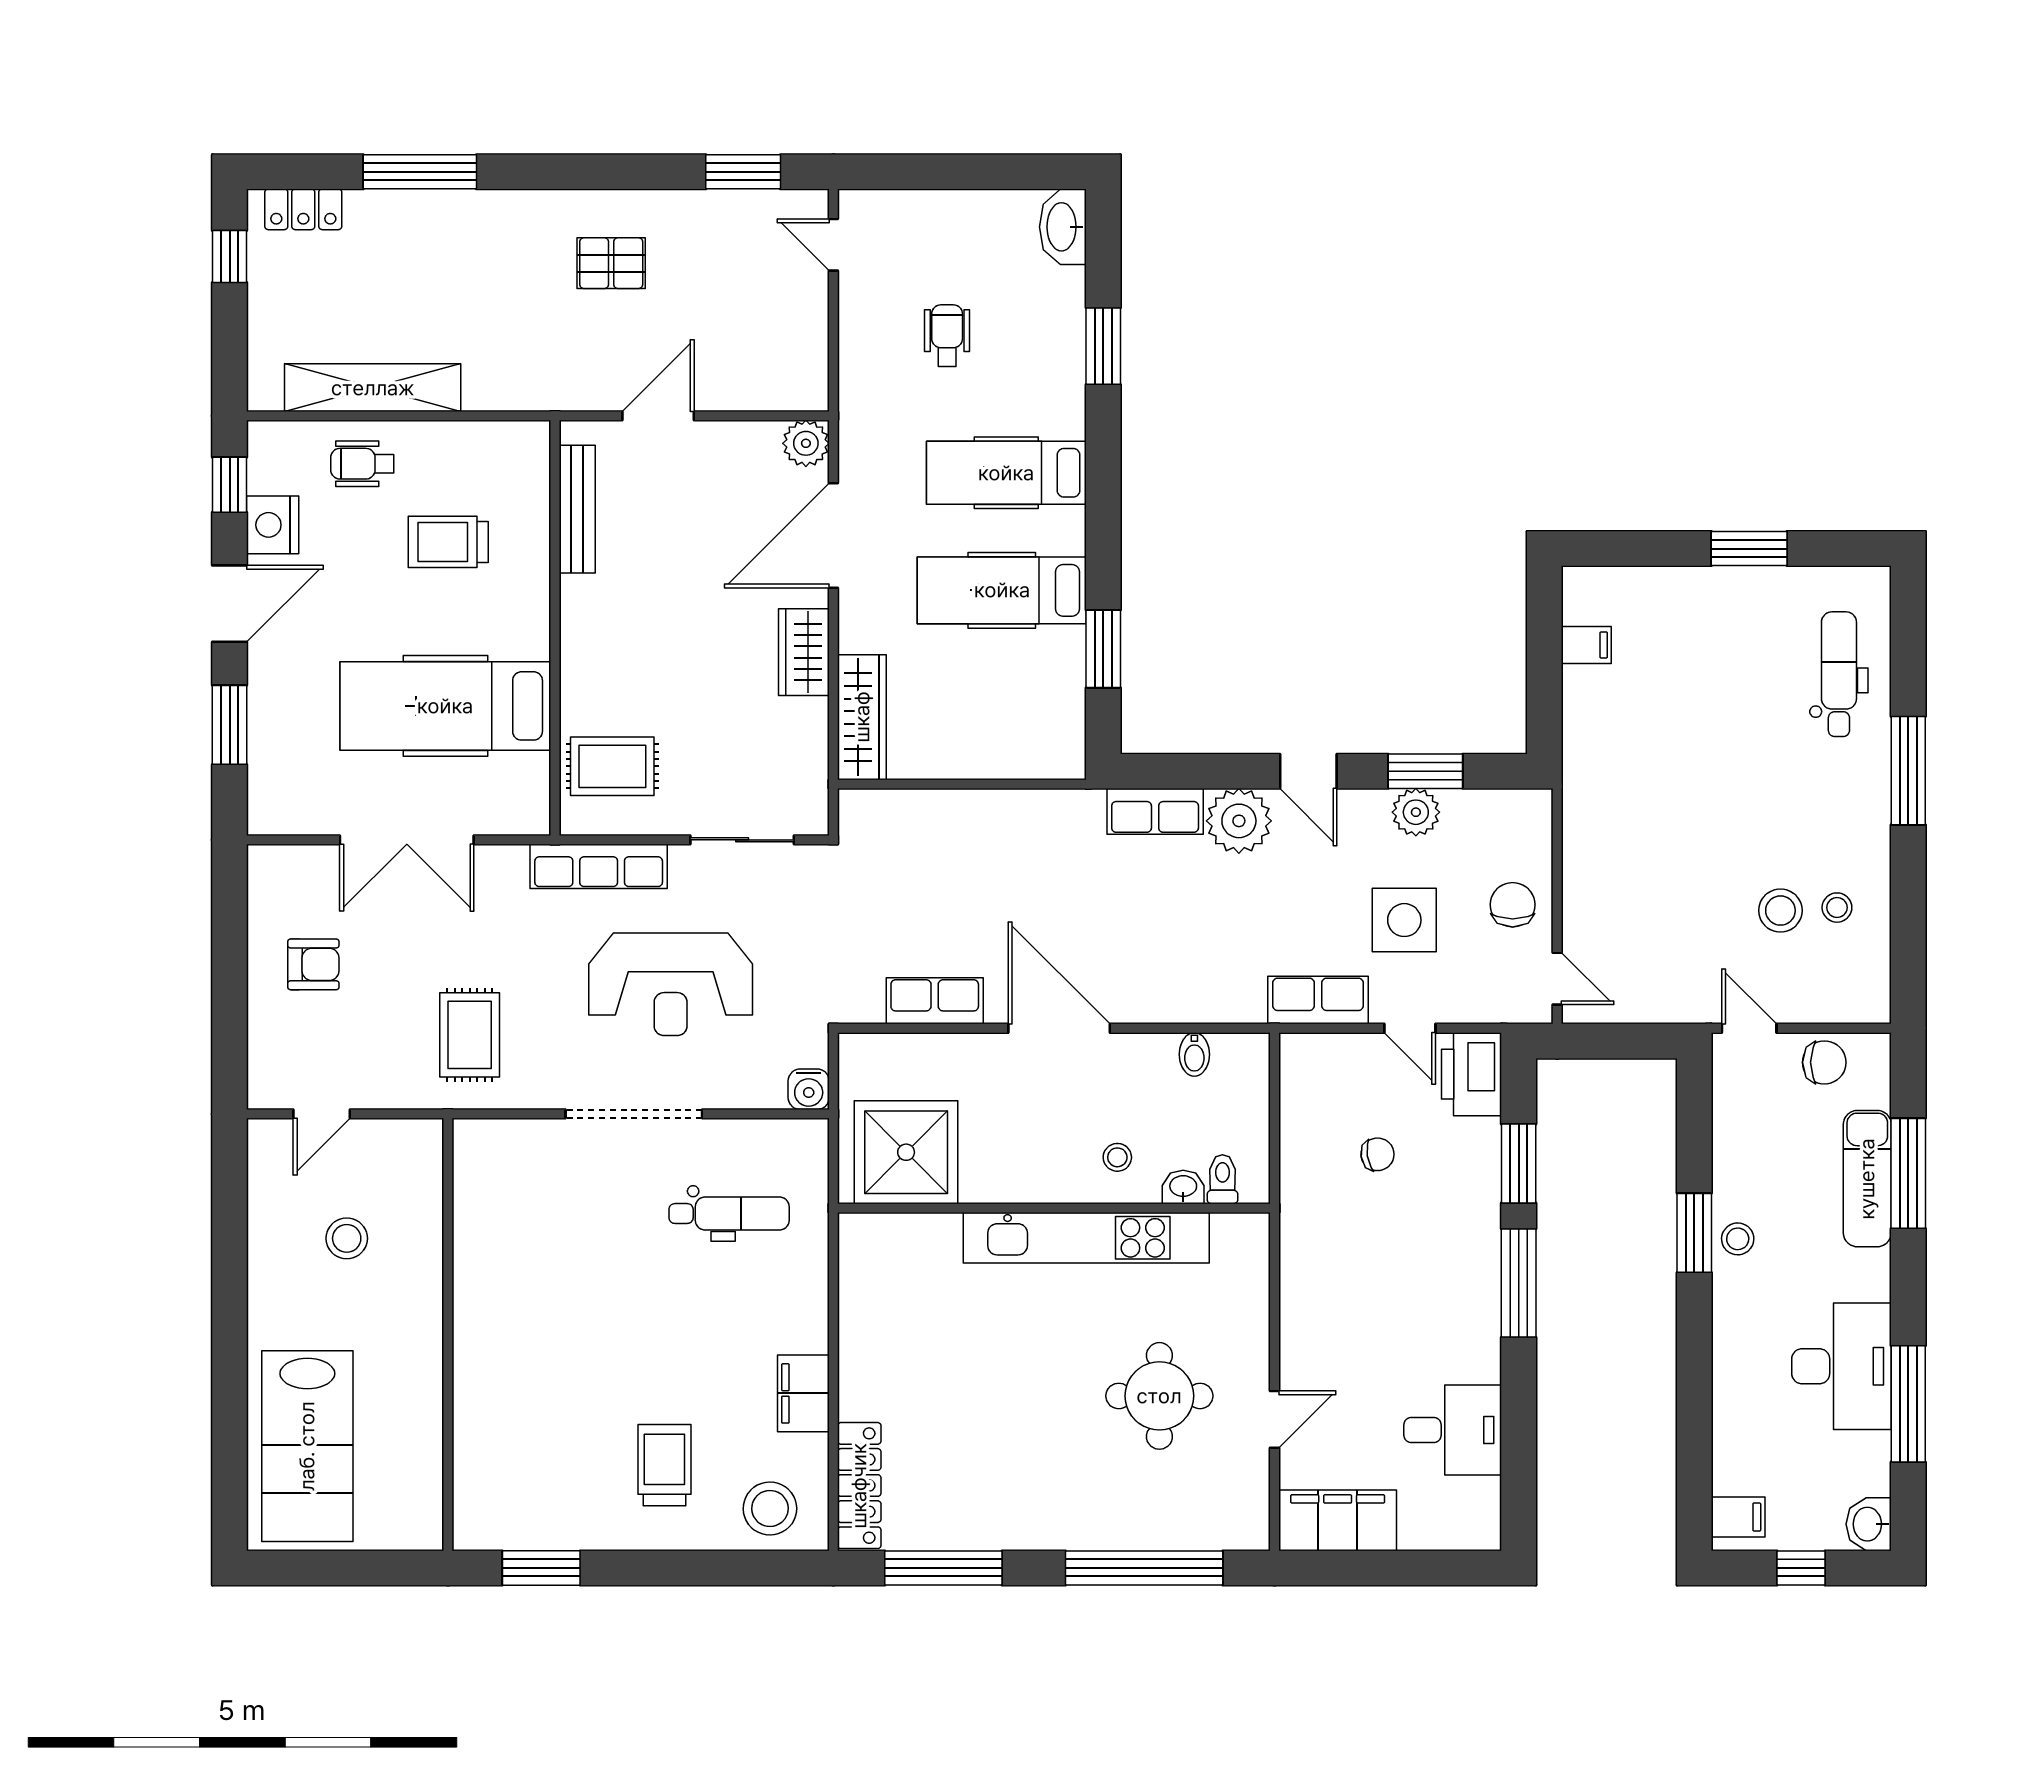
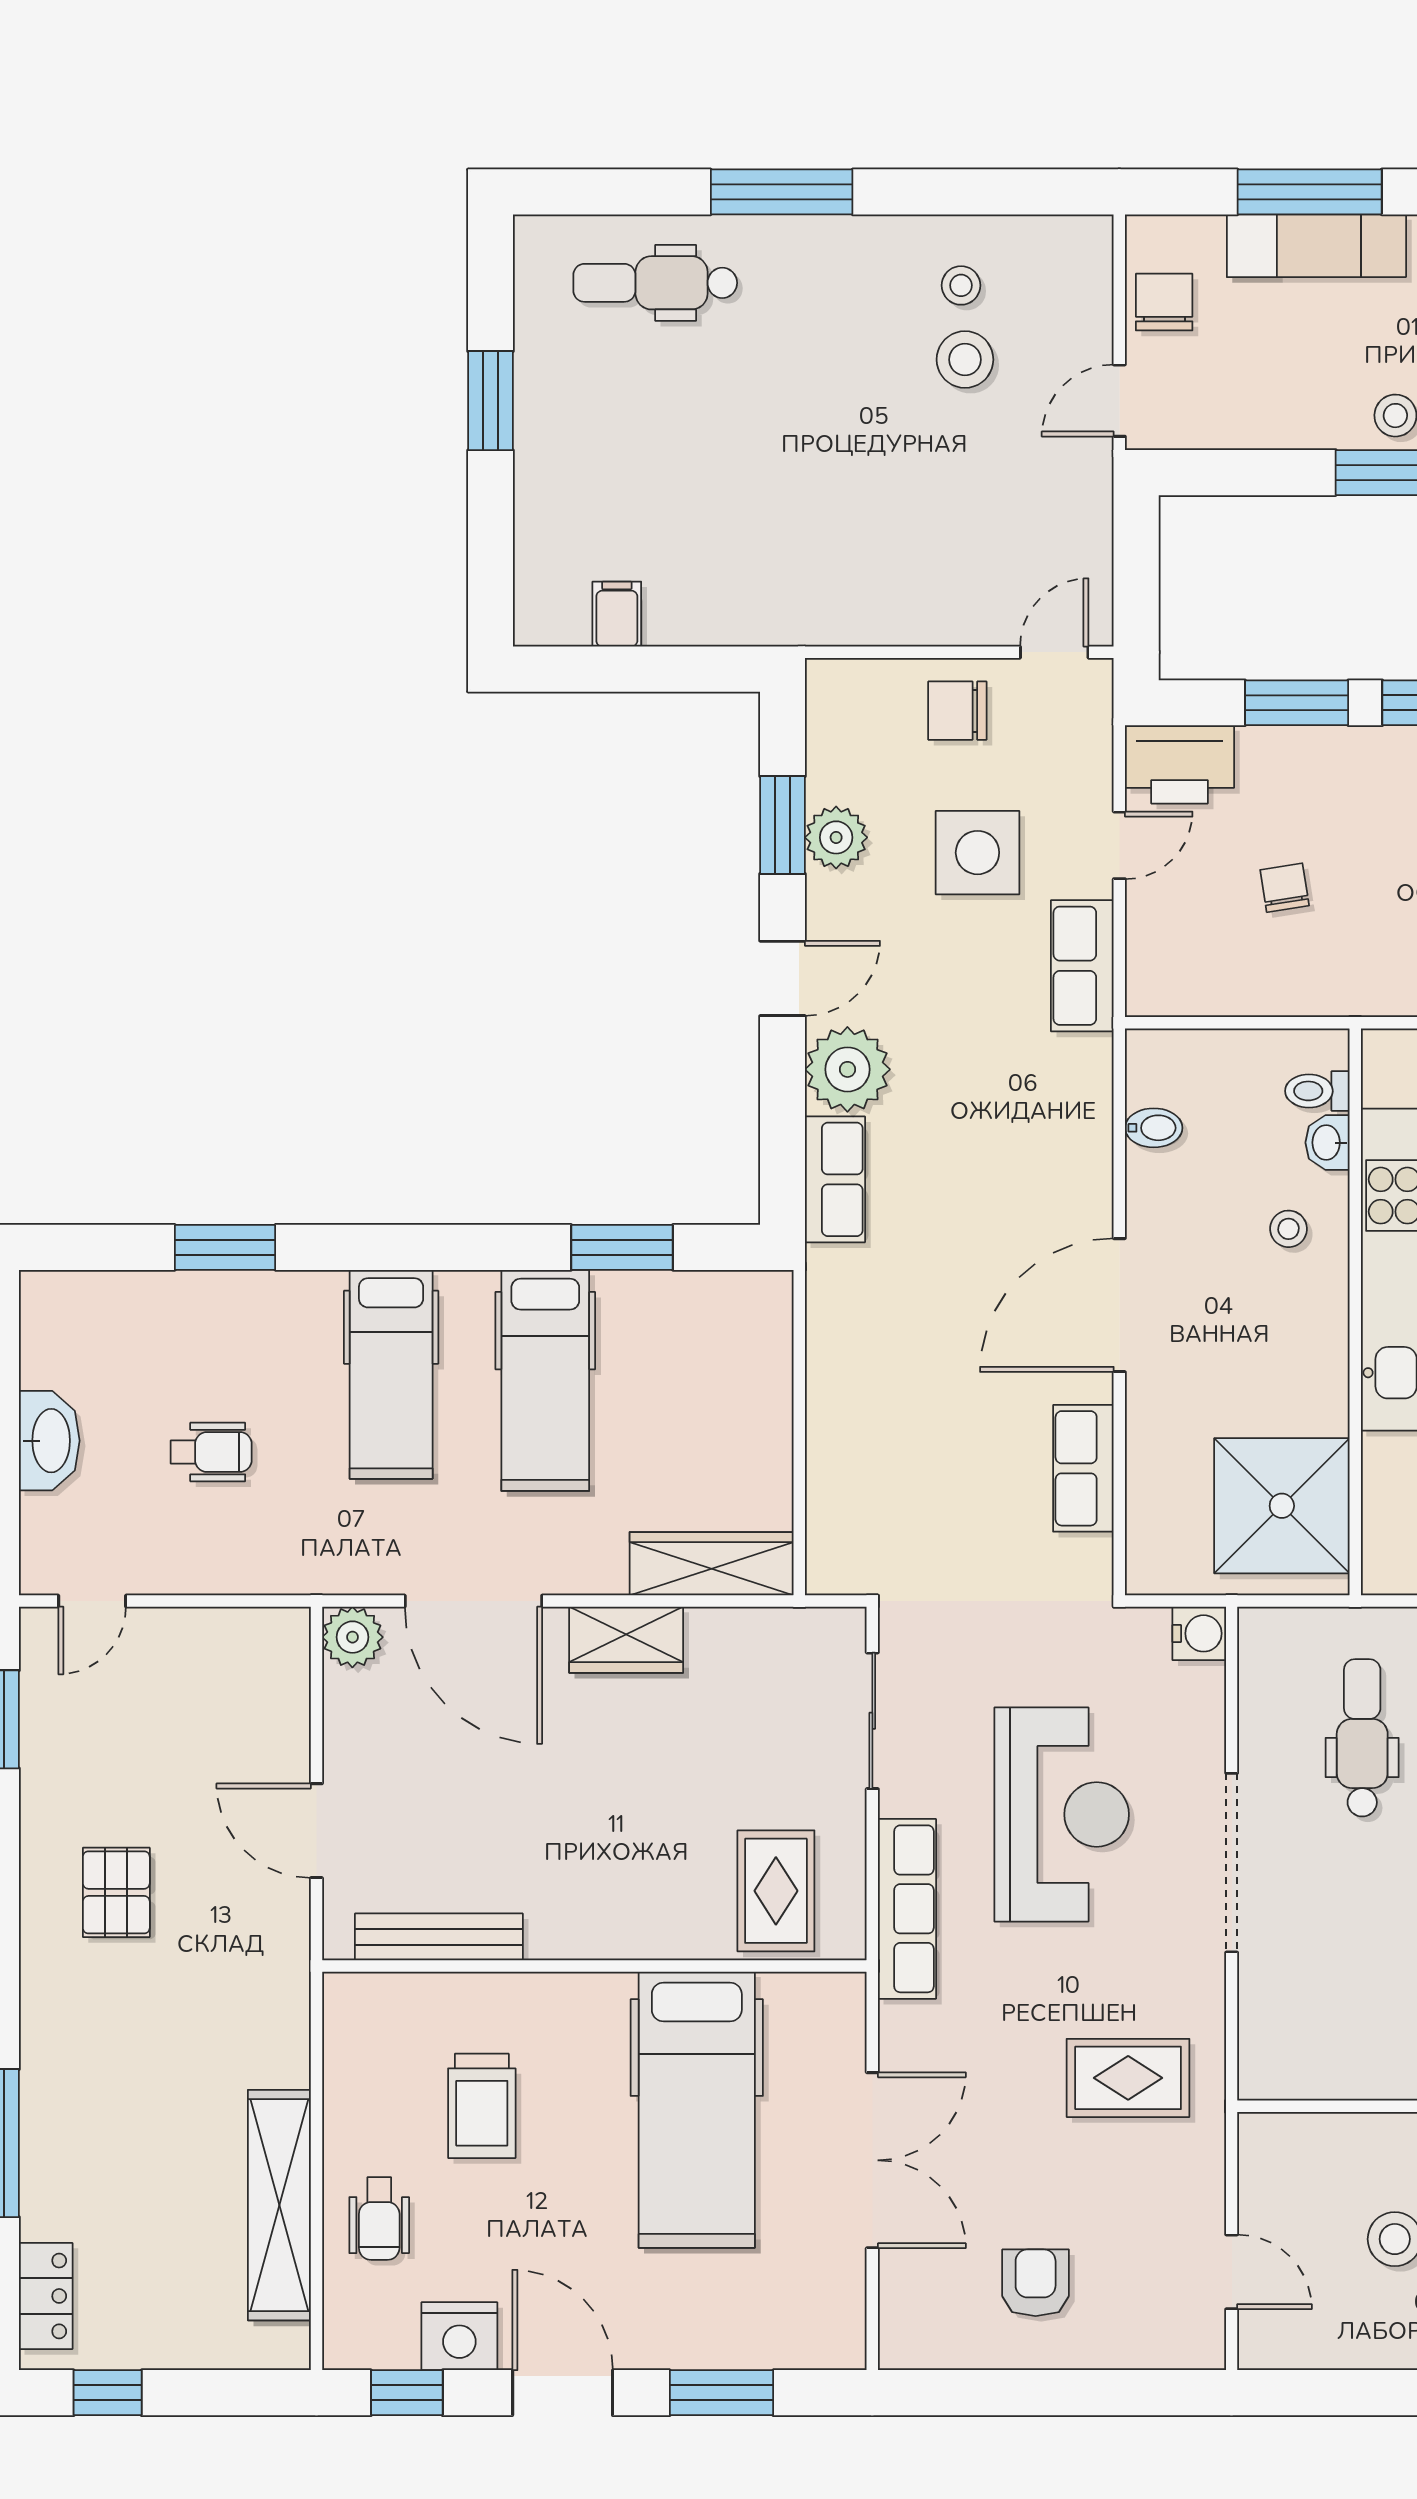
washbasin: (1063, 227) -> (49, 1441), moved, turned -90
wheelchair: (947, 336) -> (211, 1452), turned 180

